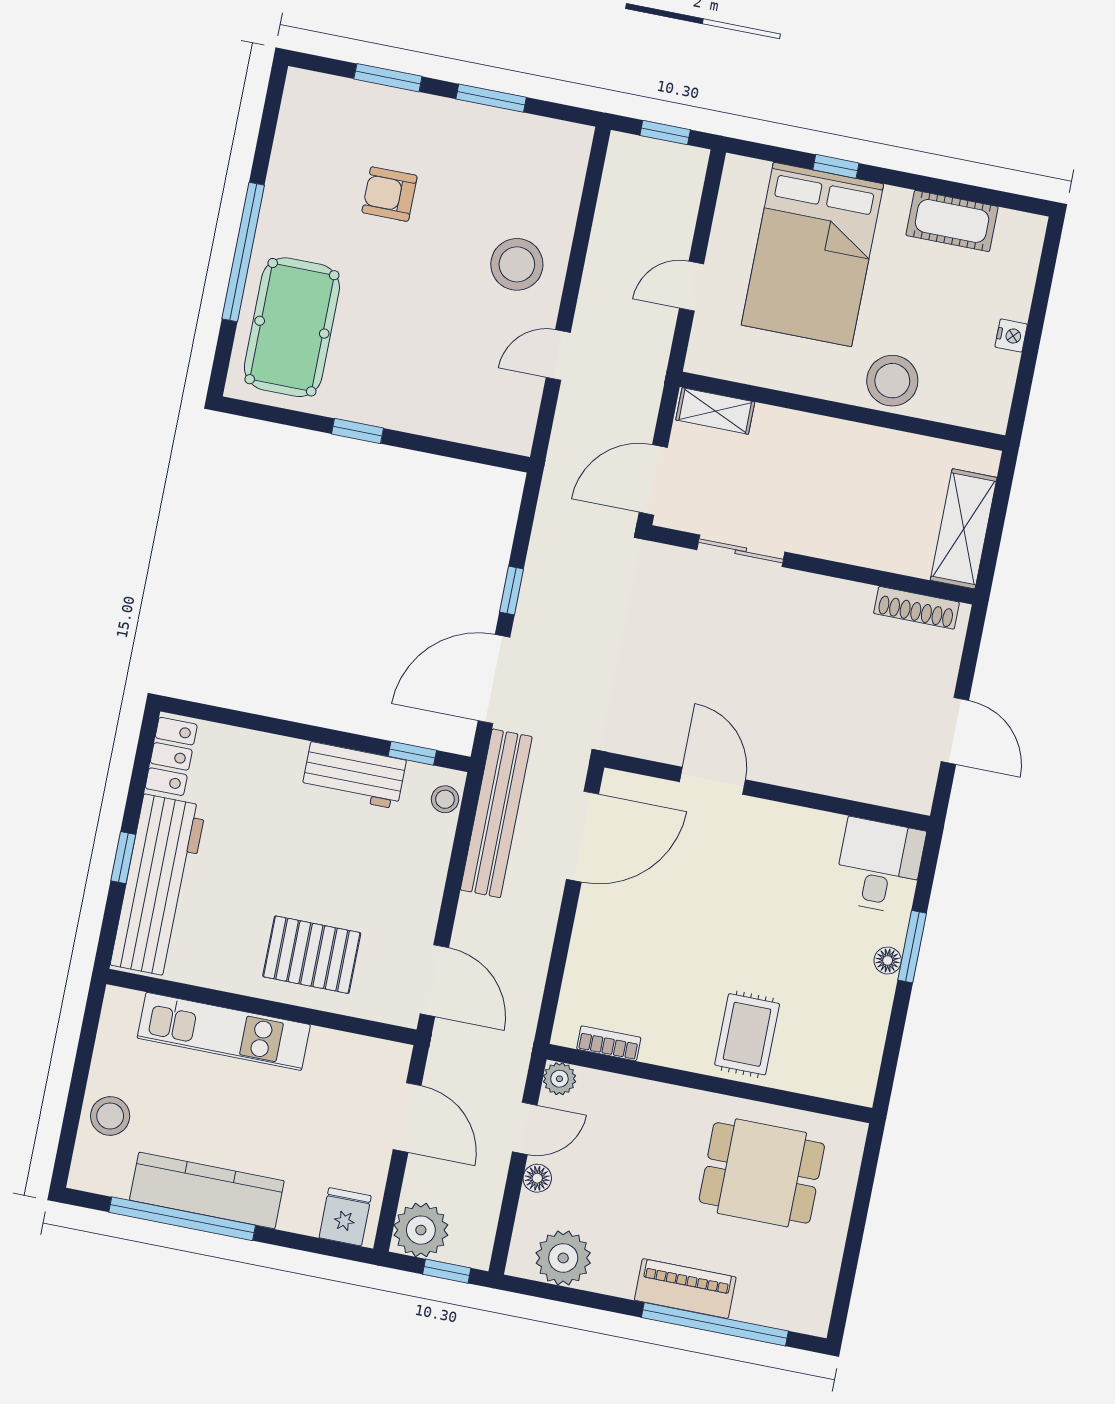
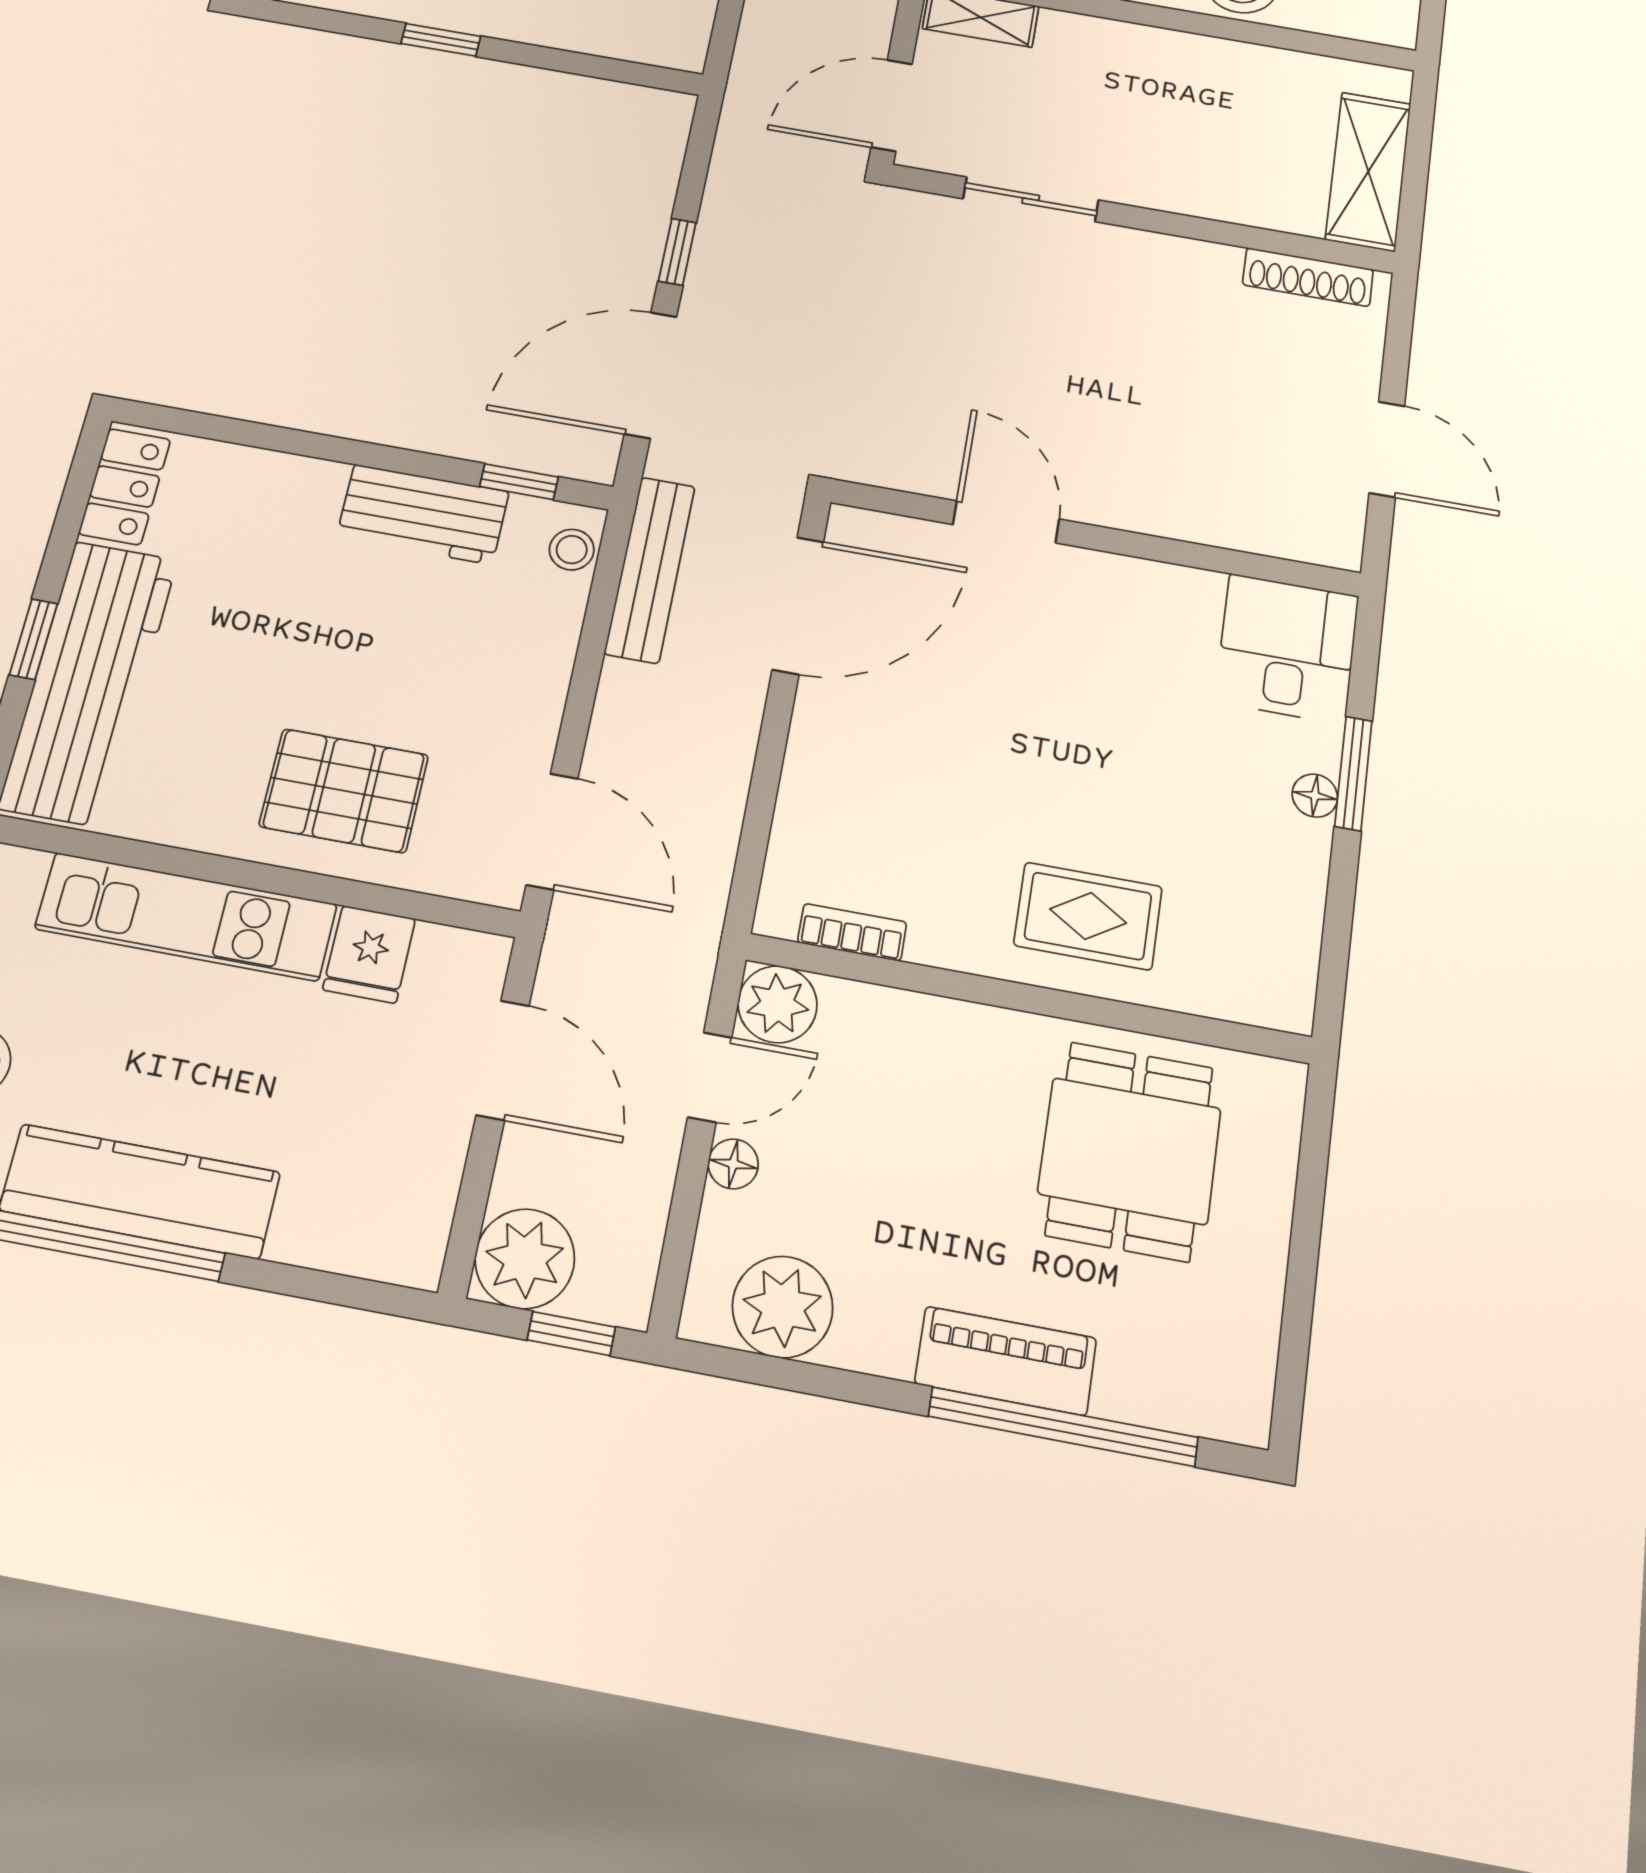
bench: (496, 813) -> (650, 570), width x0.73, depth x0.82
rug: (747, 1034) -> (1088, 916), turned 90
plant: (559, 1079) -> (778, 1004), width x1.38, depth x1.38
dining table: (762, 1173) -> (1130, 1151), turned 90
fridge: (345, 1217) -> (369, 954), moved, turned 180

